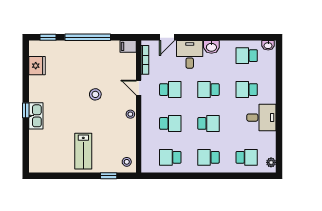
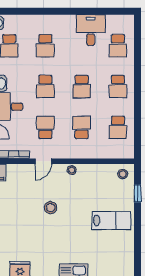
desk: (261, 118) -> (91, 30), moved
school desk: (208, 123) -> (82, 87), turned 180
school desk: (247, 157) -> (118, 46), turned 180
plant: (271, 162) -> (123, 20), removed

